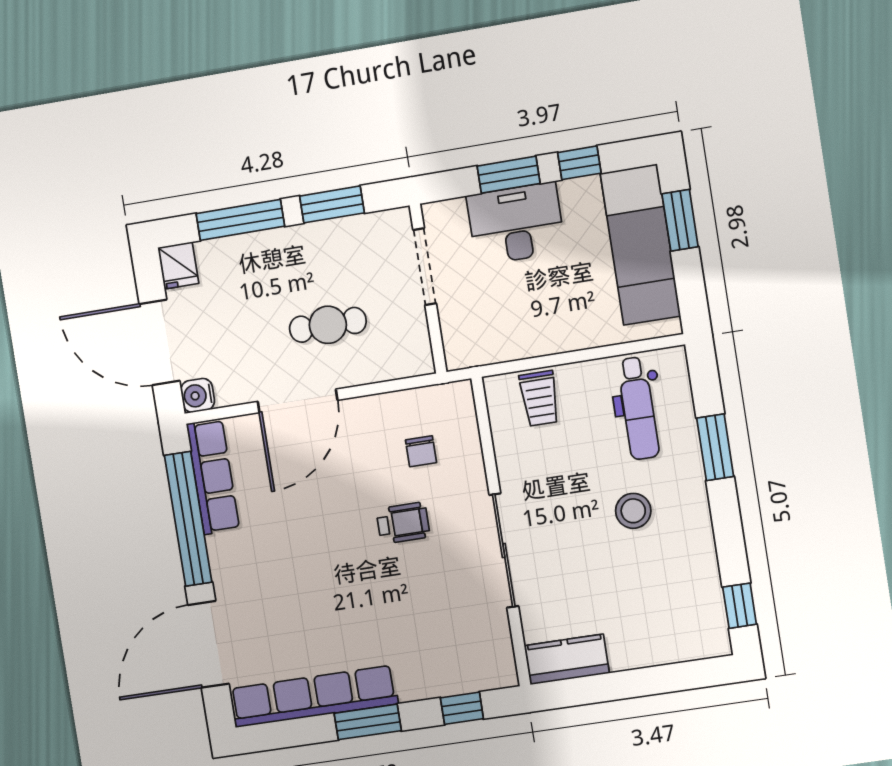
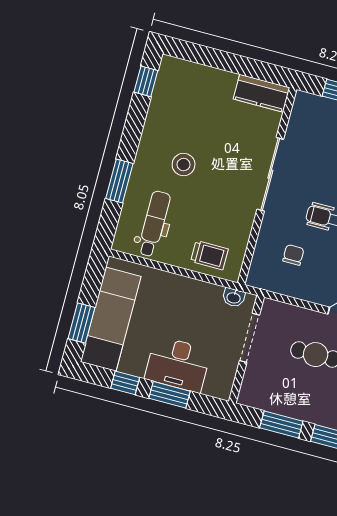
doorway: (425, 267) -> (250, 338), moved
washbasin: (479, 354) -> (234, 297), added
trolley: (539, 398) -> (209, 255), turned 90

